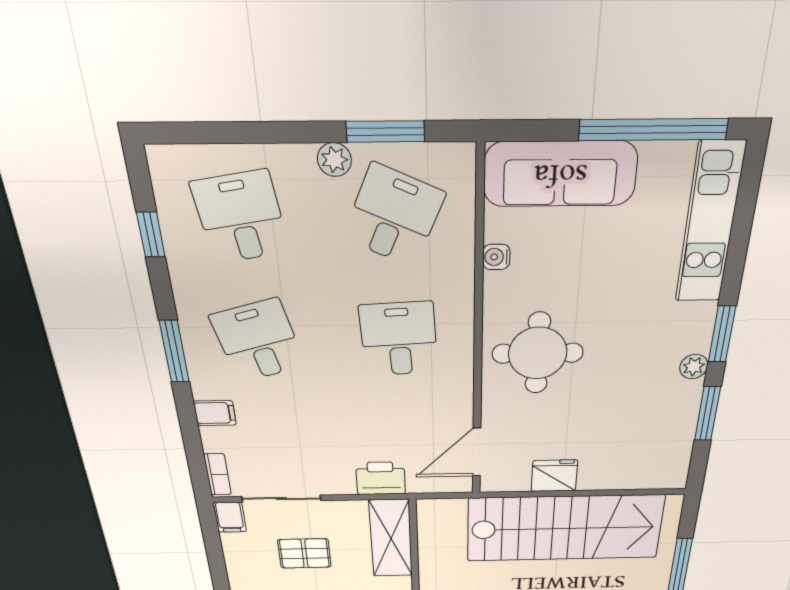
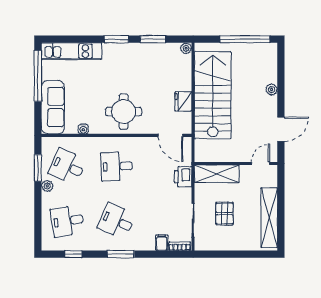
desk: (258, 341) -> (117, 221), turned 39
plant: (694, 367) -> (186, 48), moved
filing cabinet: (215, 413) -> (162, 243), moved
filing cabinet: (230, 517) -> (203, 244), removed

